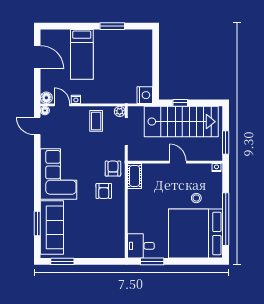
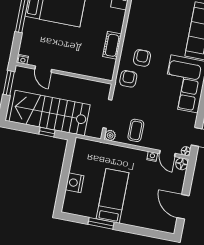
bed: (82, 54) -> (113, 196), moved
nightstand: (145, 95) -> (75, 183), moved
door: (178, 162) -> (43, 69), moved
armchair: (113, 169) -> (128, 79), turned 180
cot: (134, 176) -> (112, 45), moved
stool: (196, 198) -> (50, 33), removed

